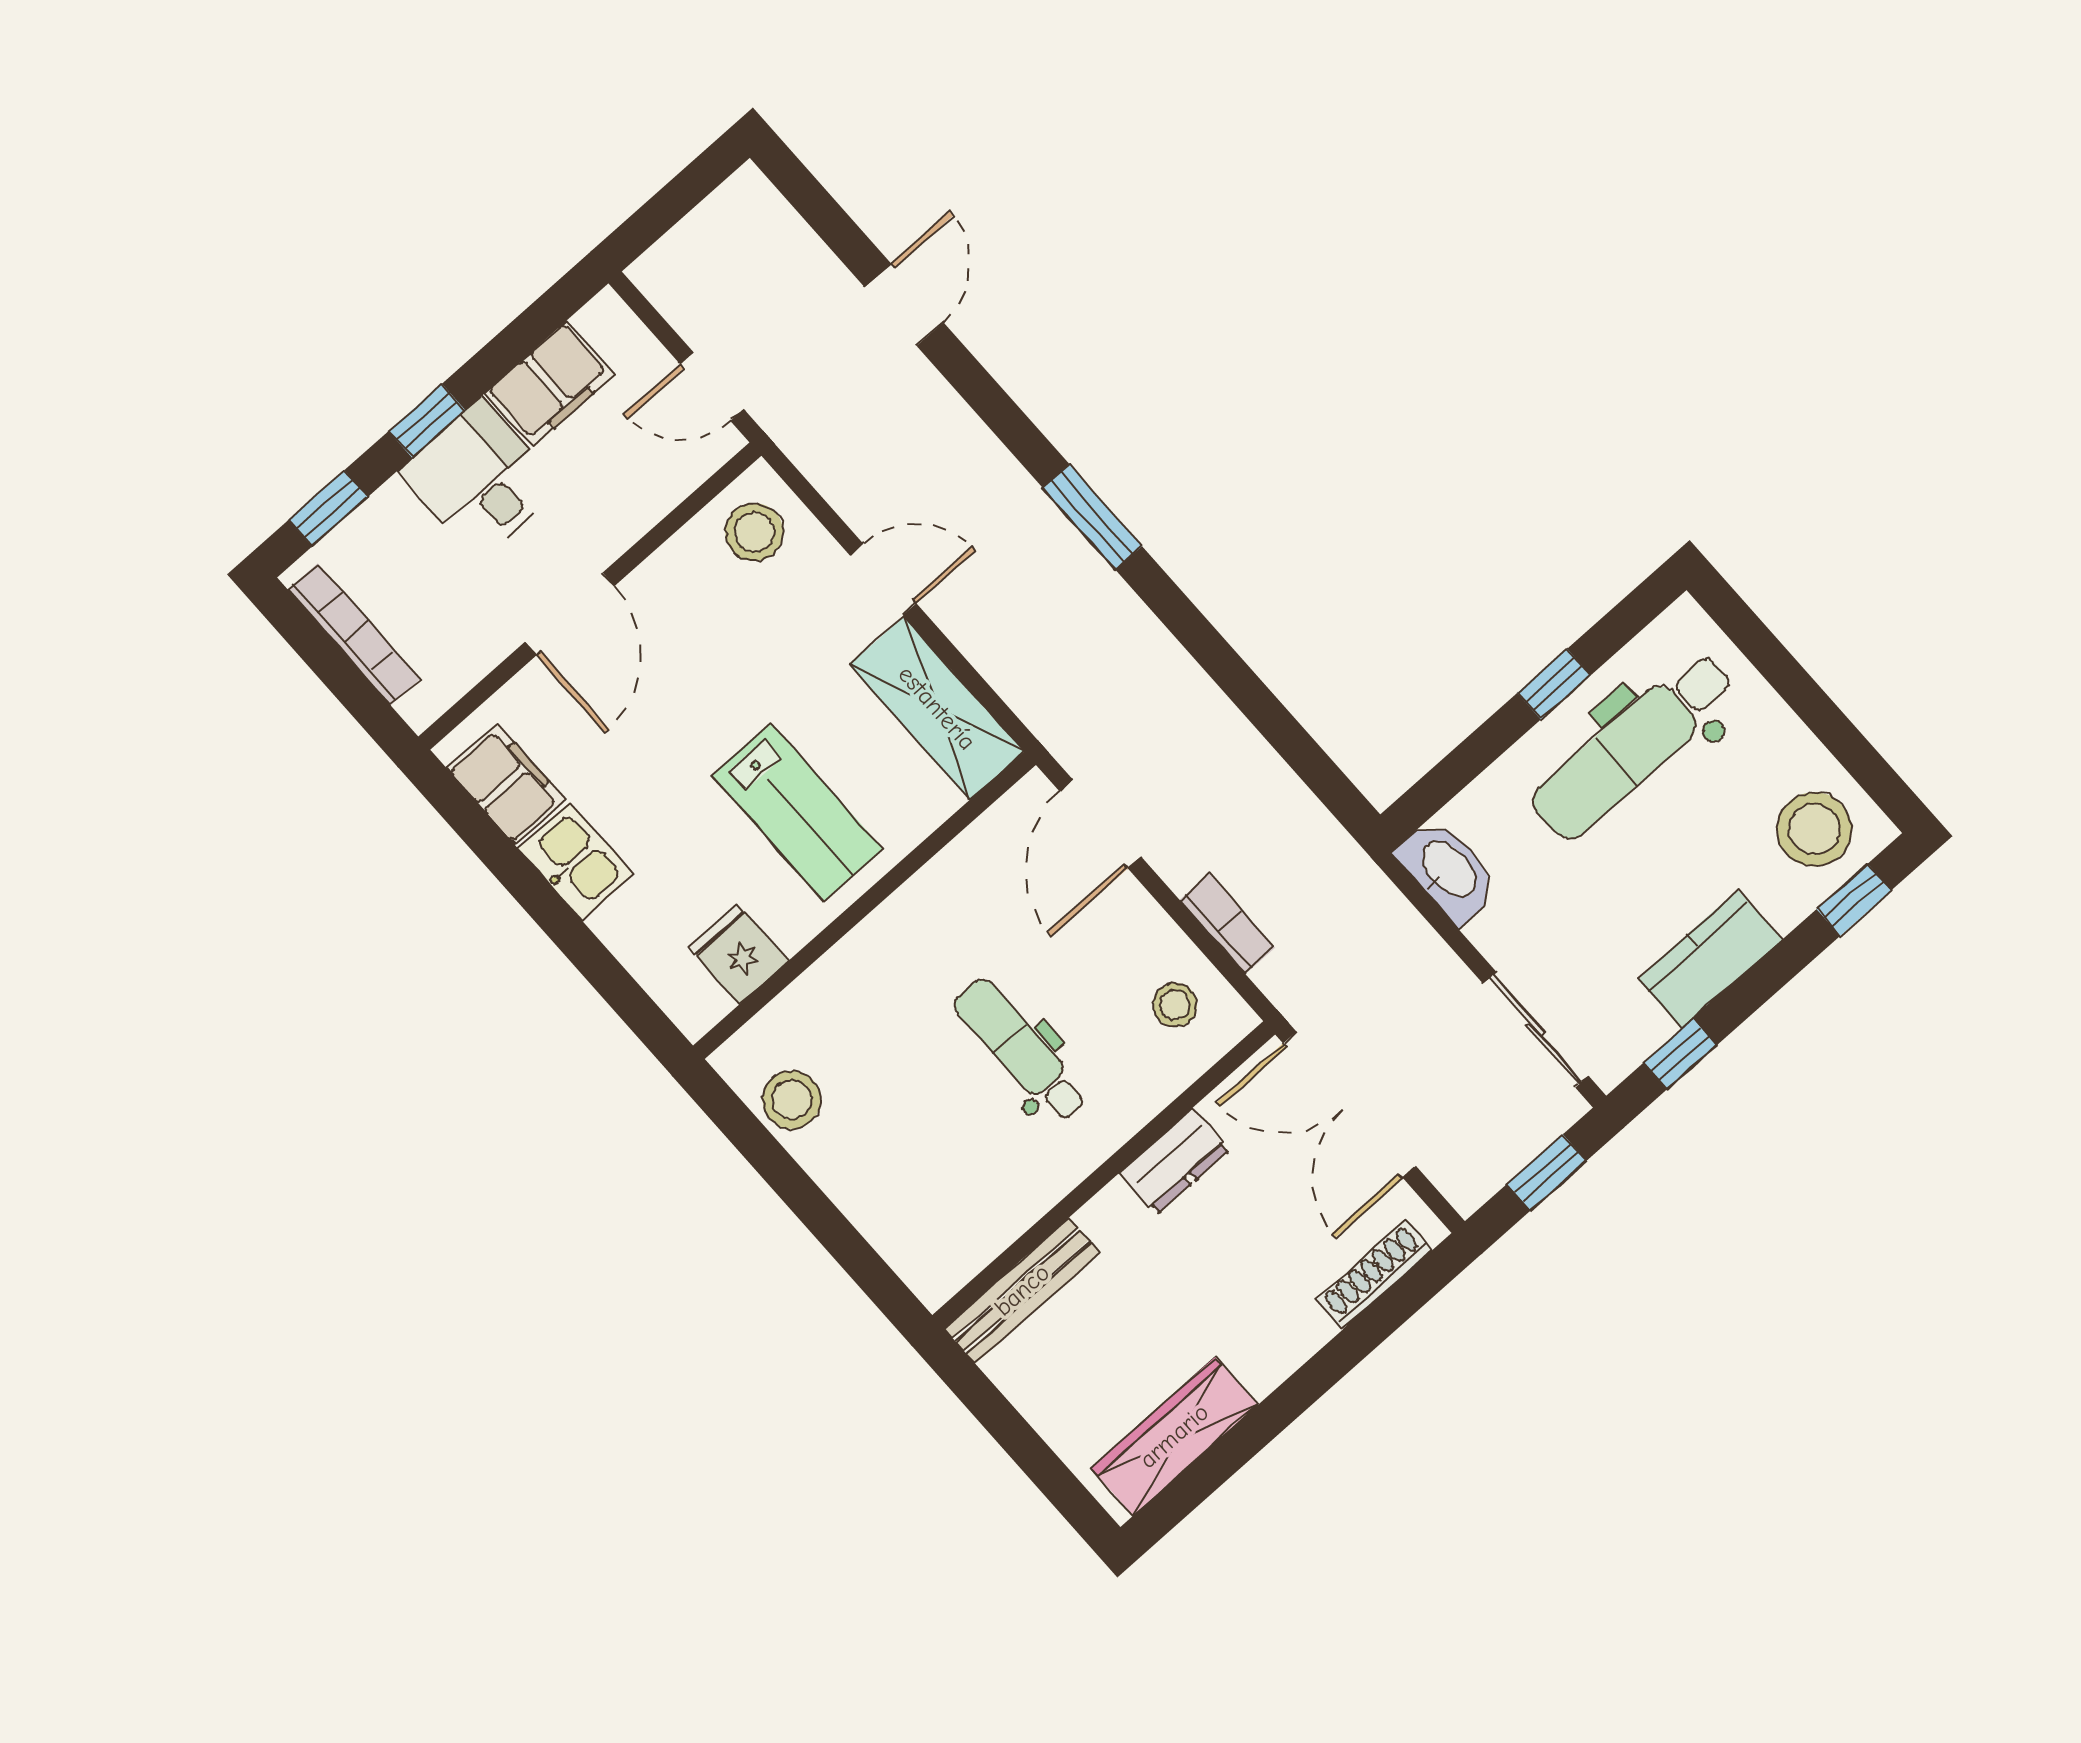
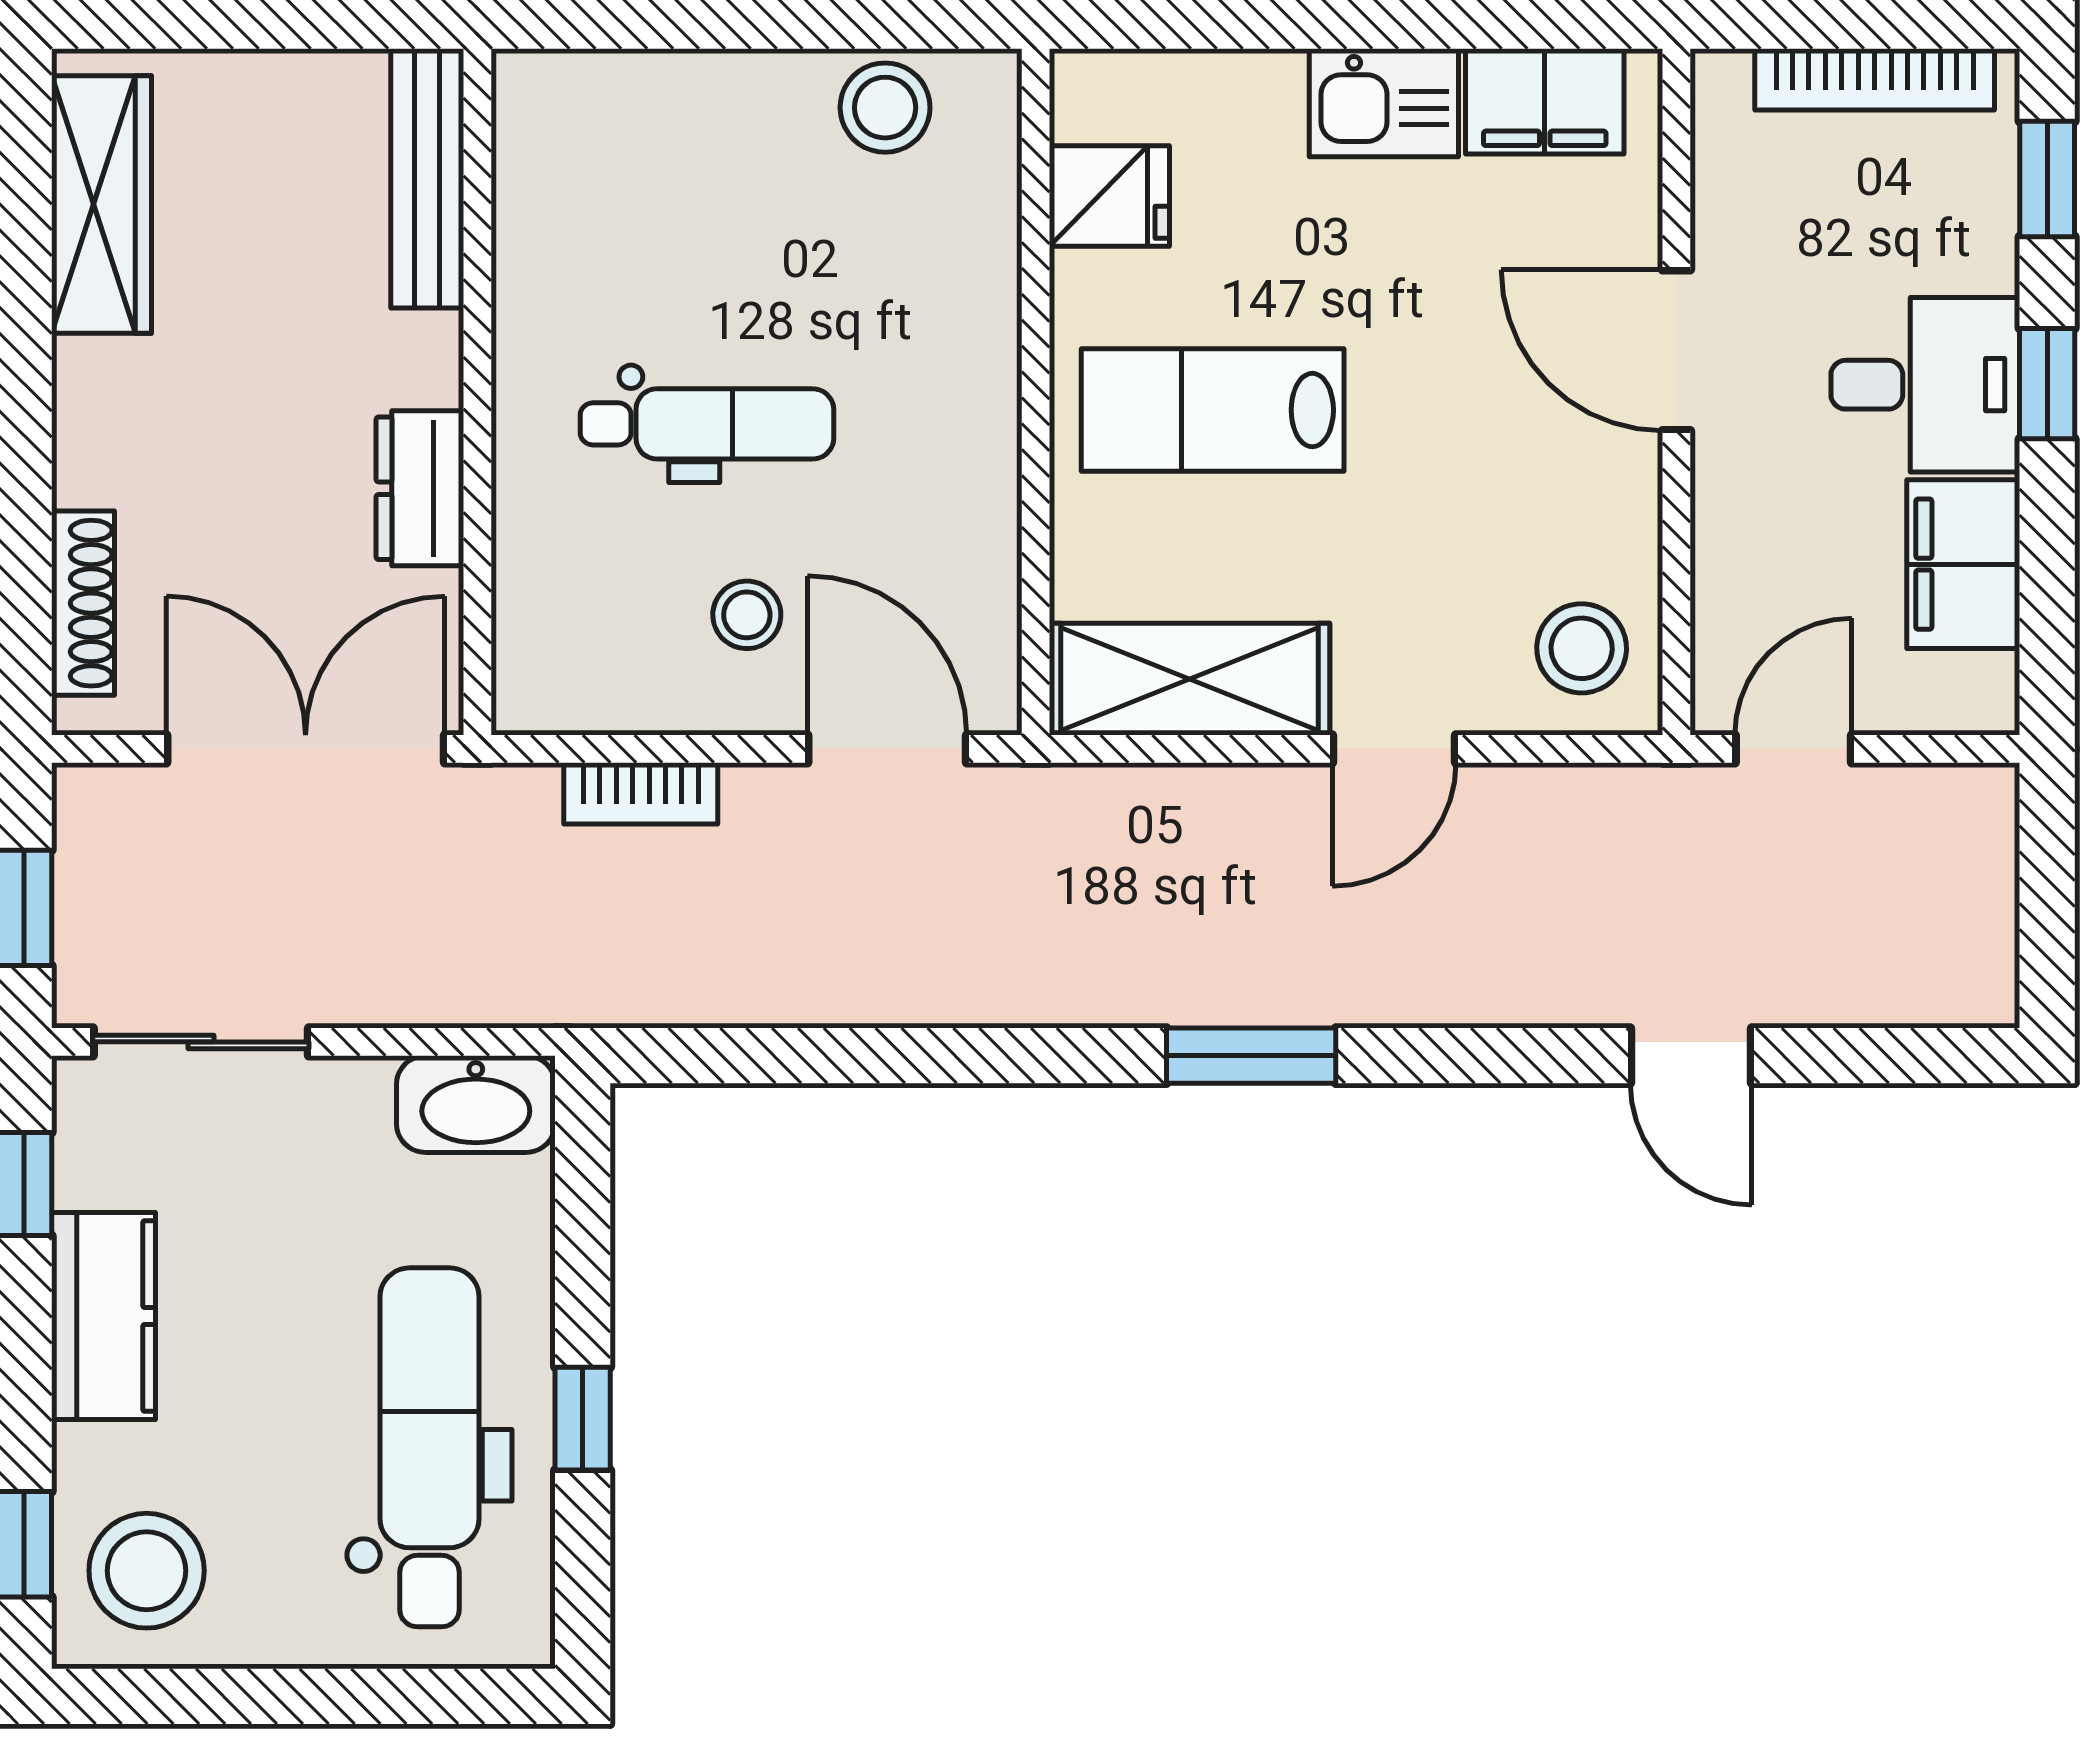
stool: (1175, 1005) -> (747, 615), moved

